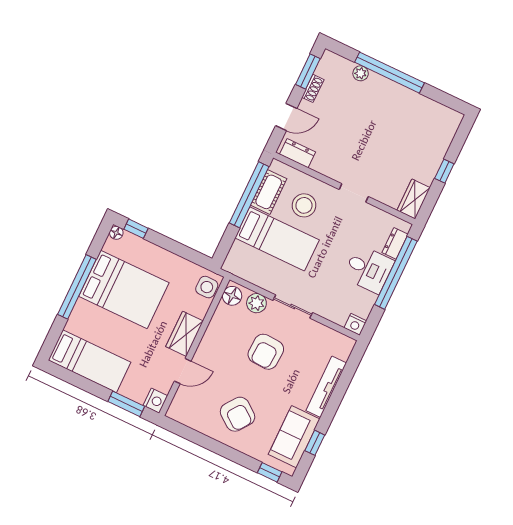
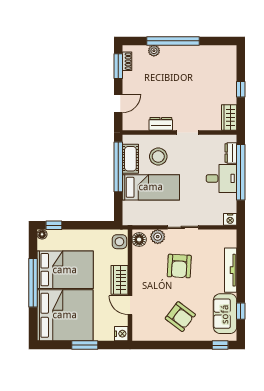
shoe rack: (313, 88) -> (127, 61), moved
dresser: (297, 153) -> (161, 124), moved
bed: (90, 361) -> (65, 315), width x2.04
door: (183, 371) -> (130, 305), swing flipped
window: (126, 404) -> (85, 345), moved

